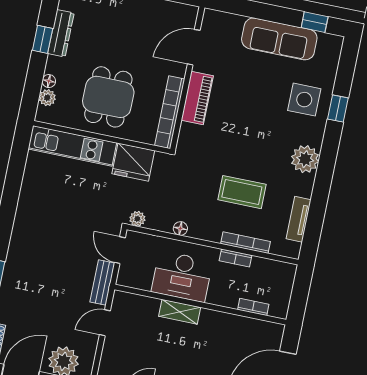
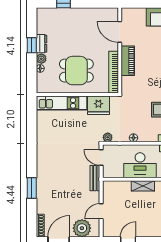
dresser: (61, 33) -> (42, 44), width x0.70
door: (194, 47) -> (120, 32), hinge flipped
dining table: (108, 97) -> (76, 71), turned 90
plant: (47, 98) -> (41, 59), moved
door: (105, 323) -> (101, 211), moved

